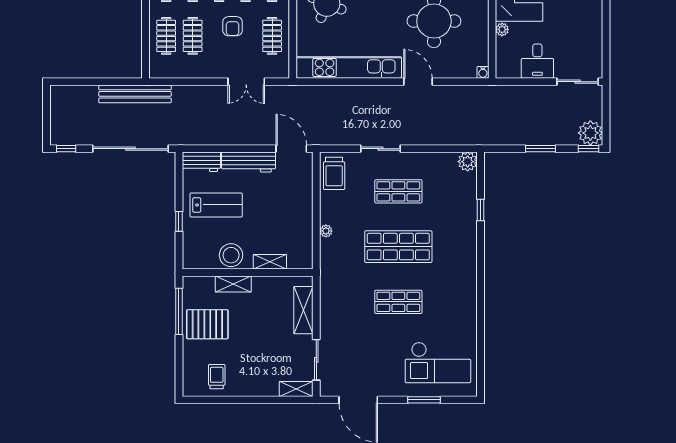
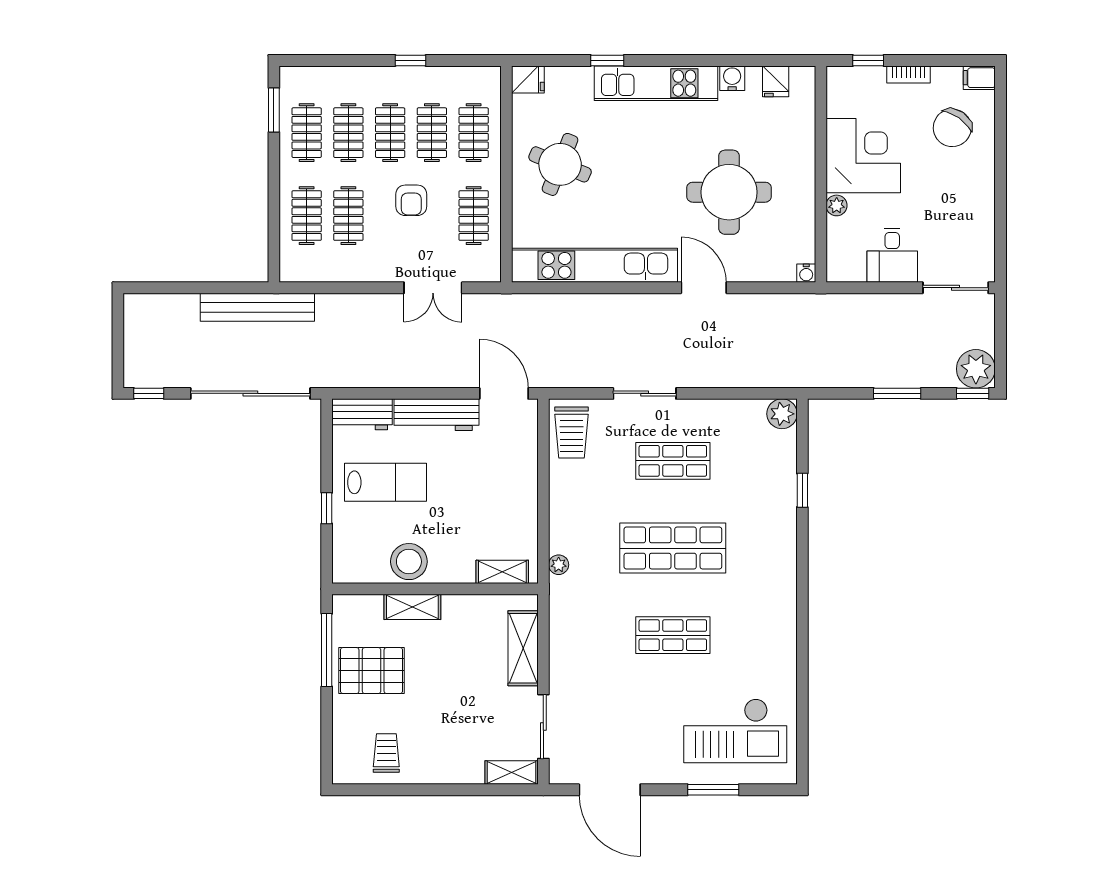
plant: (326, 231) -> (559, 565), moved
shelving: (270, 262) -> (502, 572), moved

